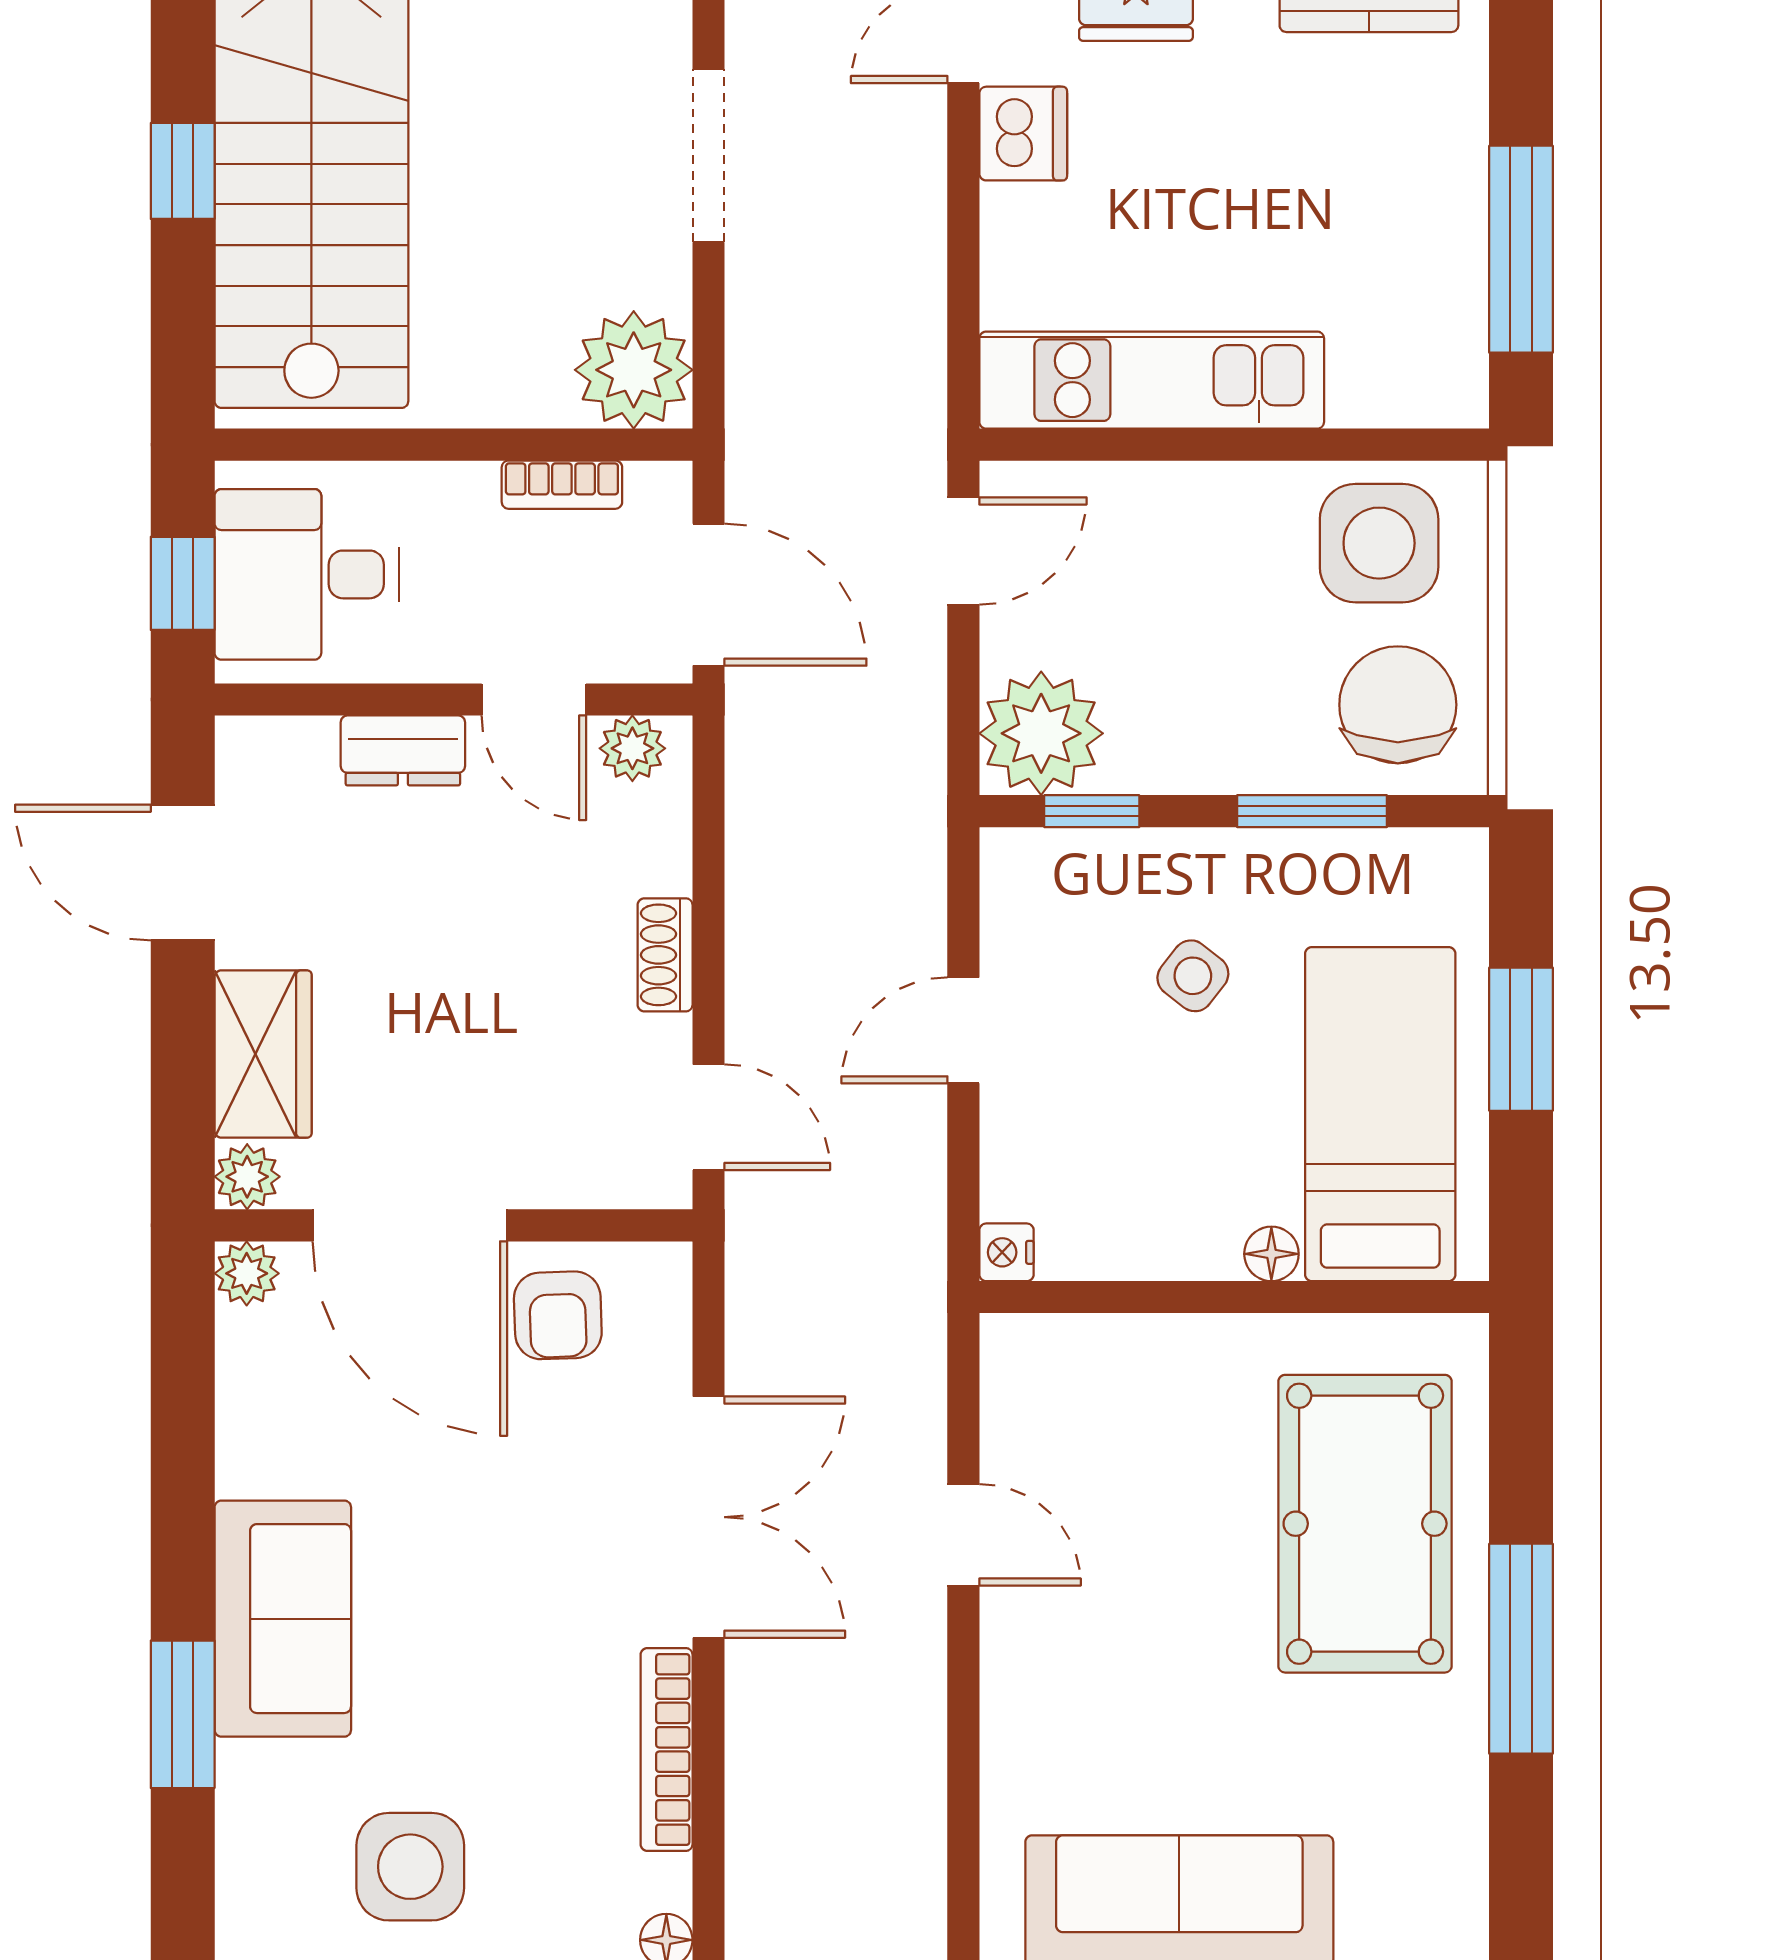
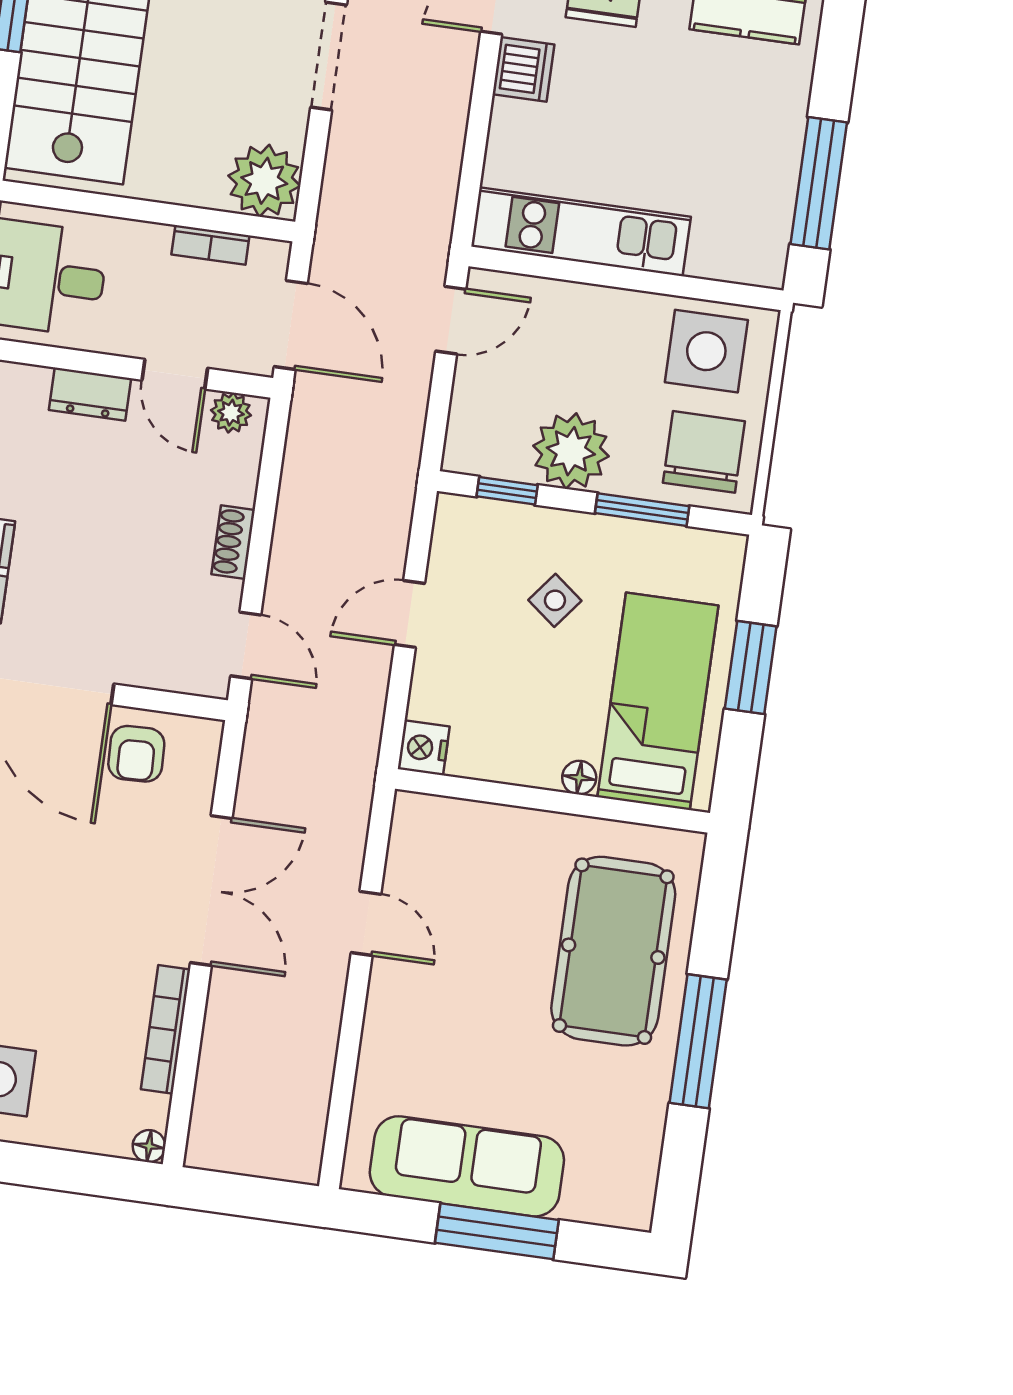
plant: (1041, 733) -> (571, 451), moved
nightstand: (1006, 1252) -> (424, 748), width x1.39, depth x1.35

